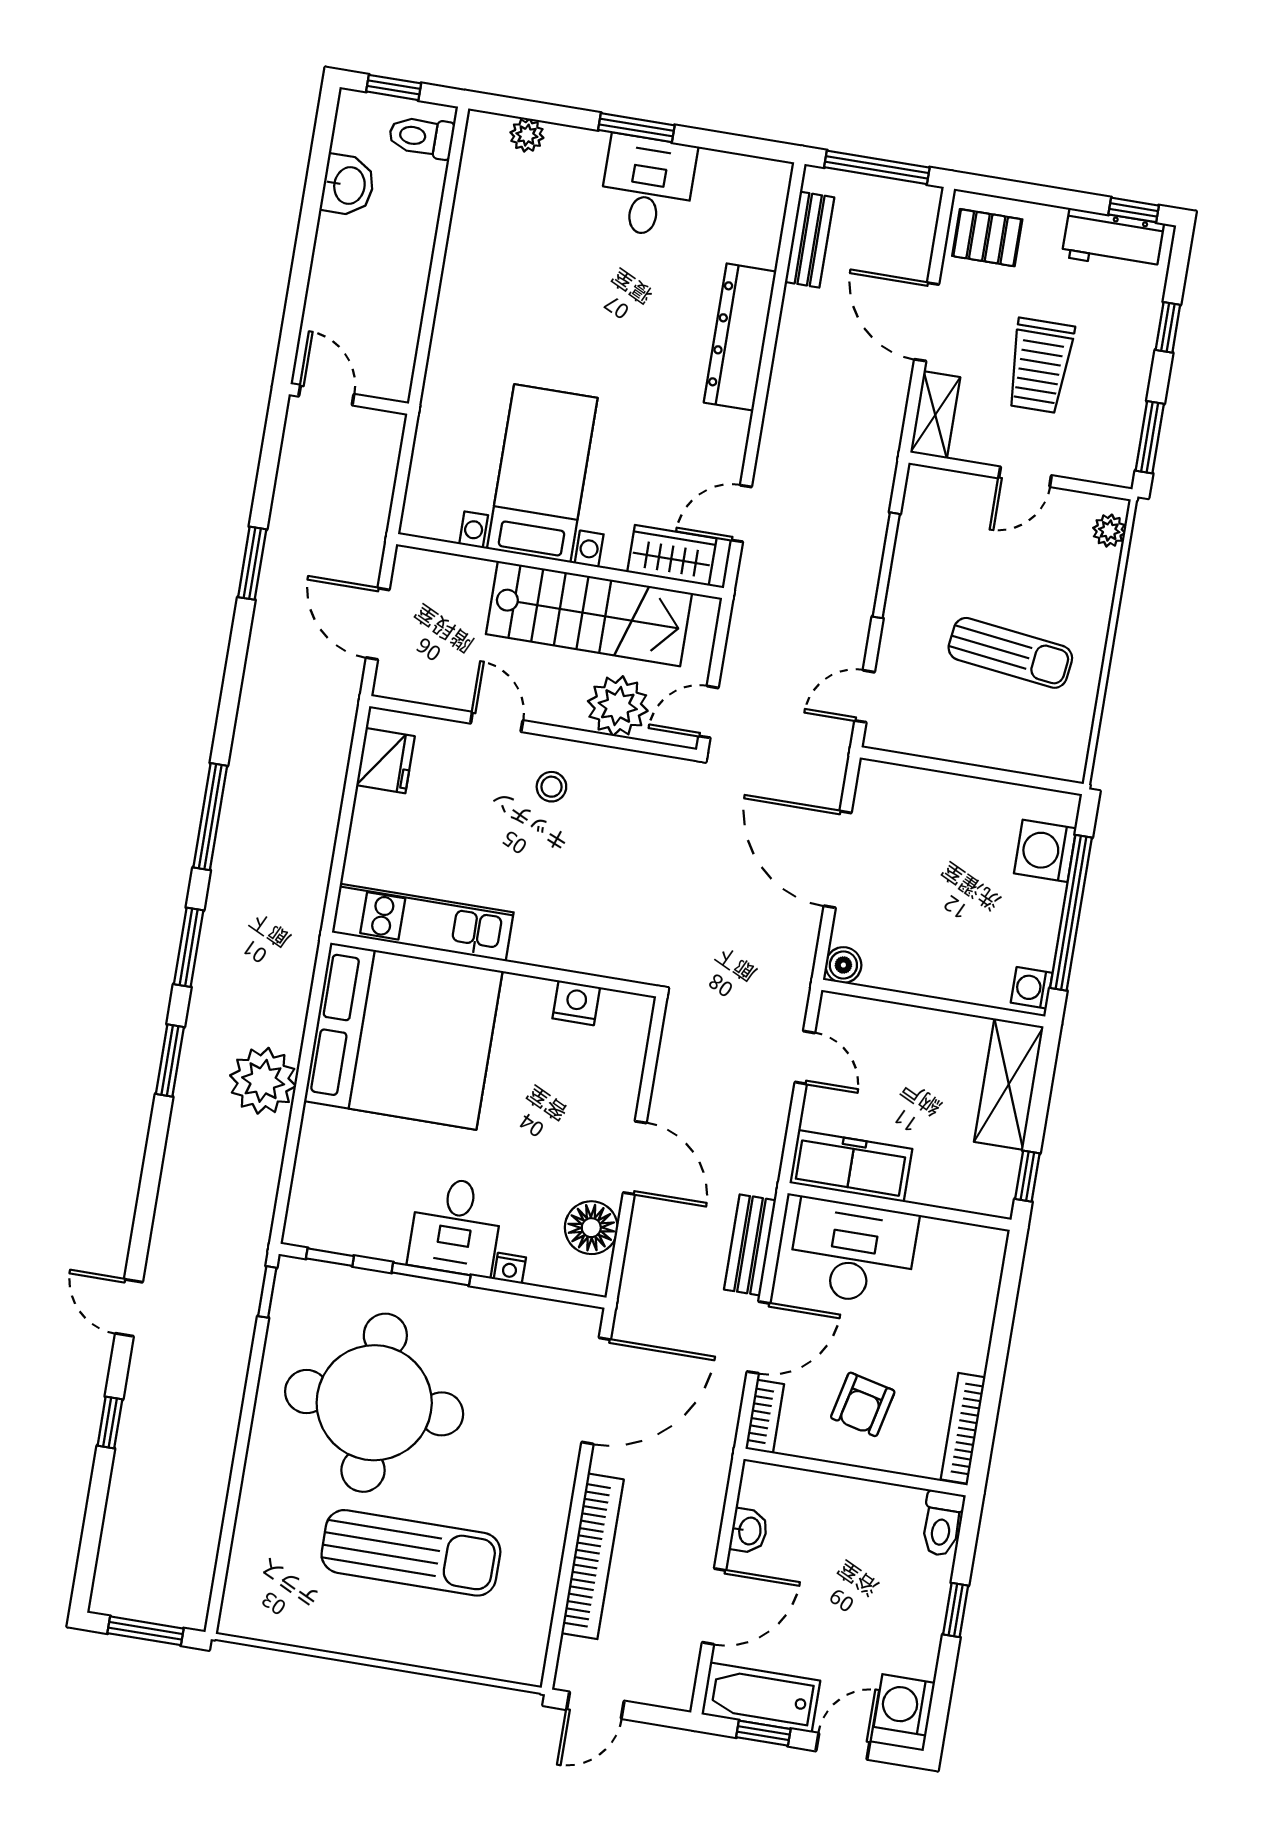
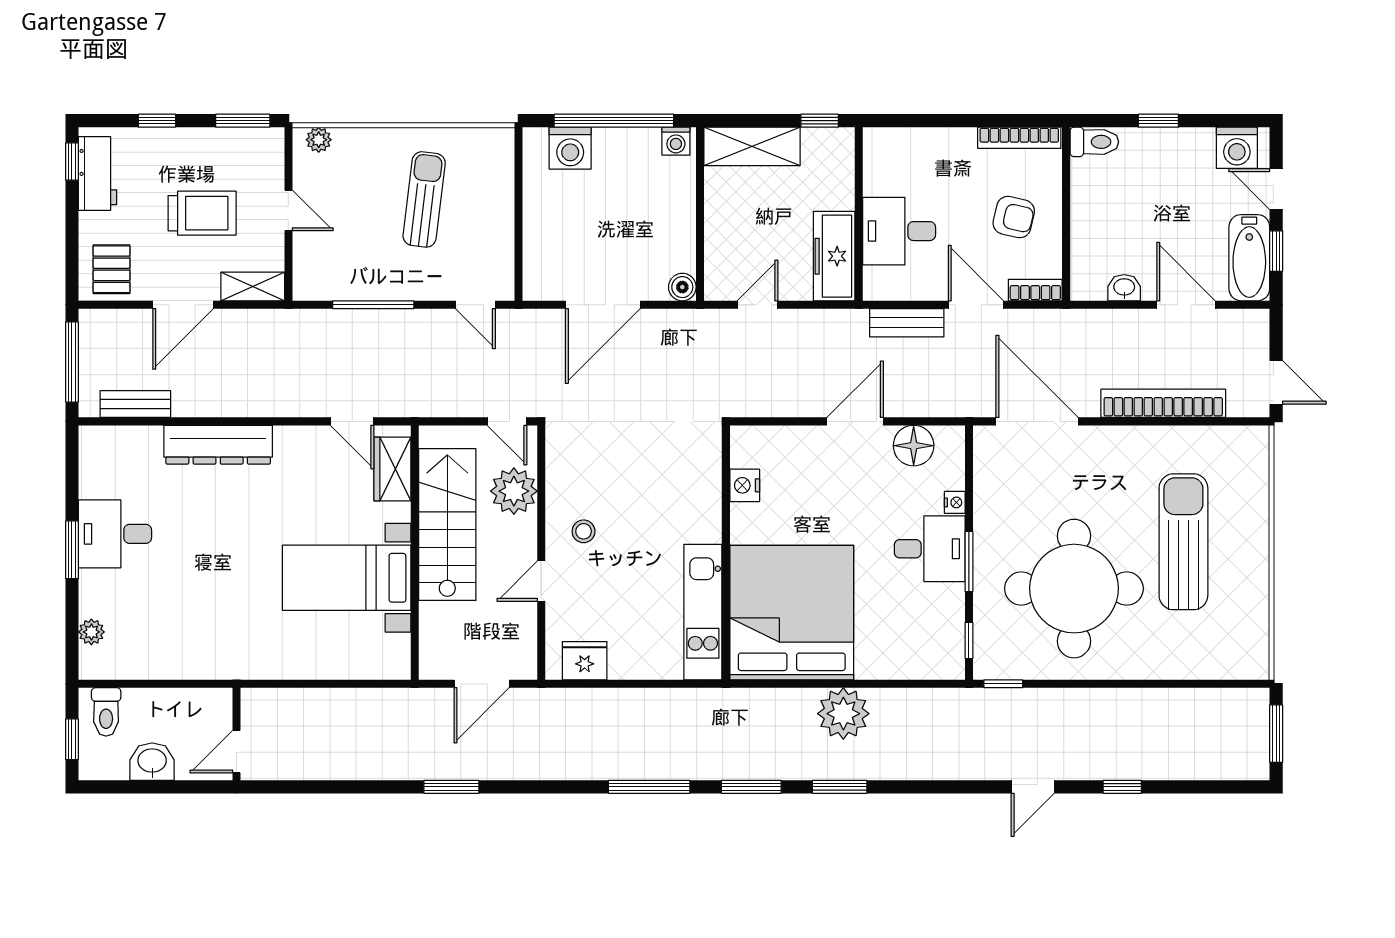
door: (326, 395) -> (237, 752), moved
wall: (349, 399) -> (237, 734), moved
desk: (853, 1252) -> (899, 231), width x0.73

